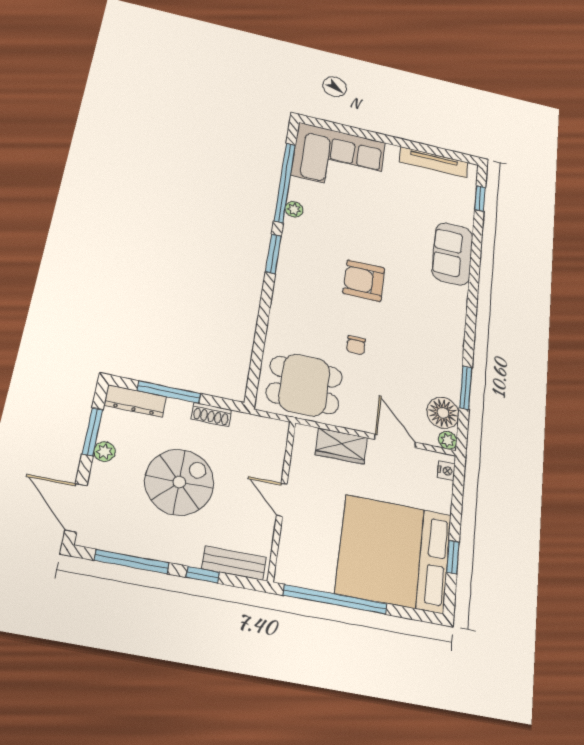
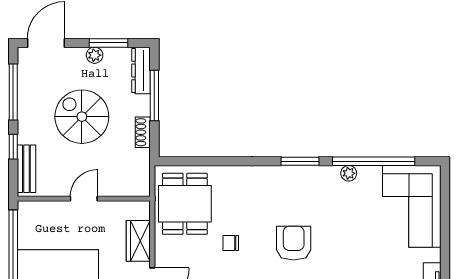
spiral stairs: (179, 482) -> (82, 117), turned 180

